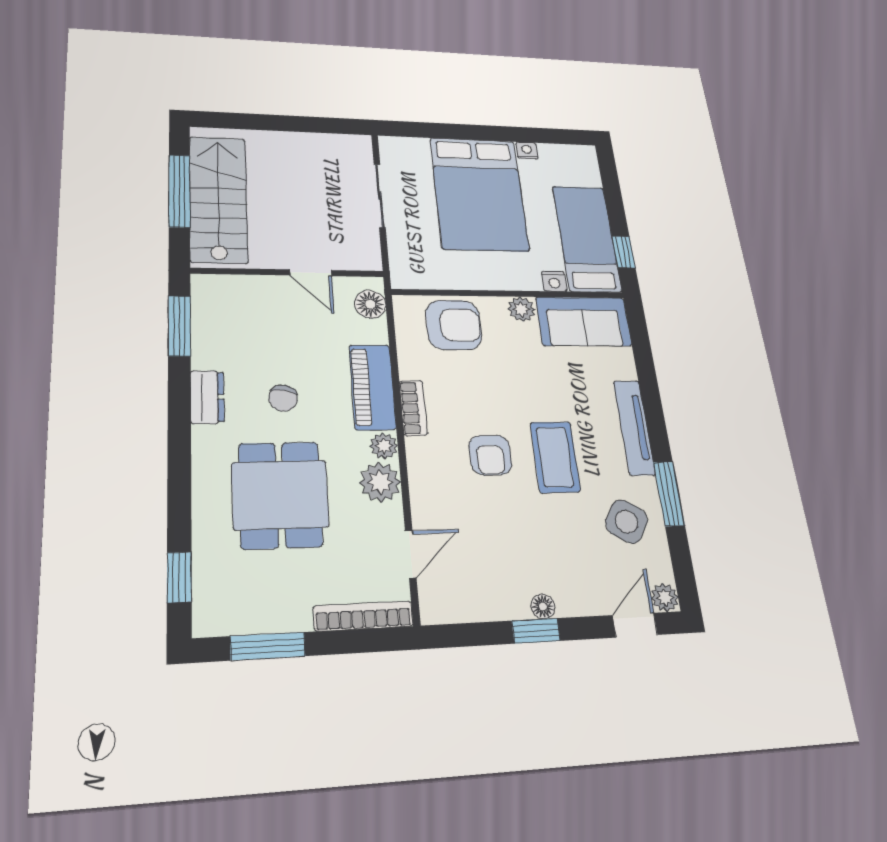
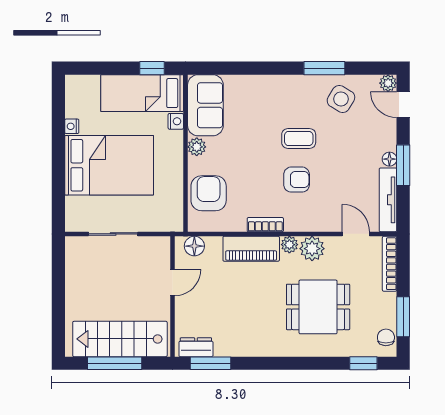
dresser: (207, 397) -> (196, 347), moved
chair: (283, 398) -> (386, 337), moved, turned -101
tv unit: (634, 427) -> (388, 200), moved, turned 90
coffee table: (555, 457) -> (299, 138), width x0.73, depth x0.77
window: (536, 631) -> (403, 165), width x1.50

